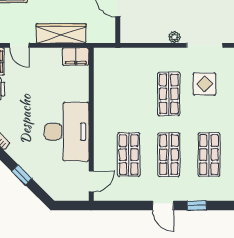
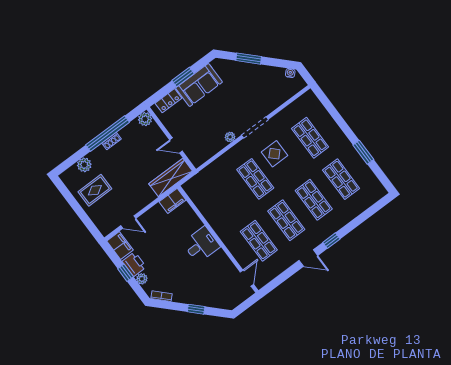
wardrobe: (61, 33) -> (171, 178), moved
desk: (67, 132) -> (201, 245), width x0.53, depth x0.77

